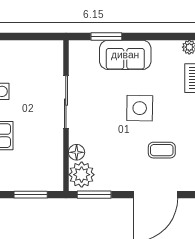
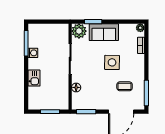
plant: (82, 175) -> (79, 31), moved

